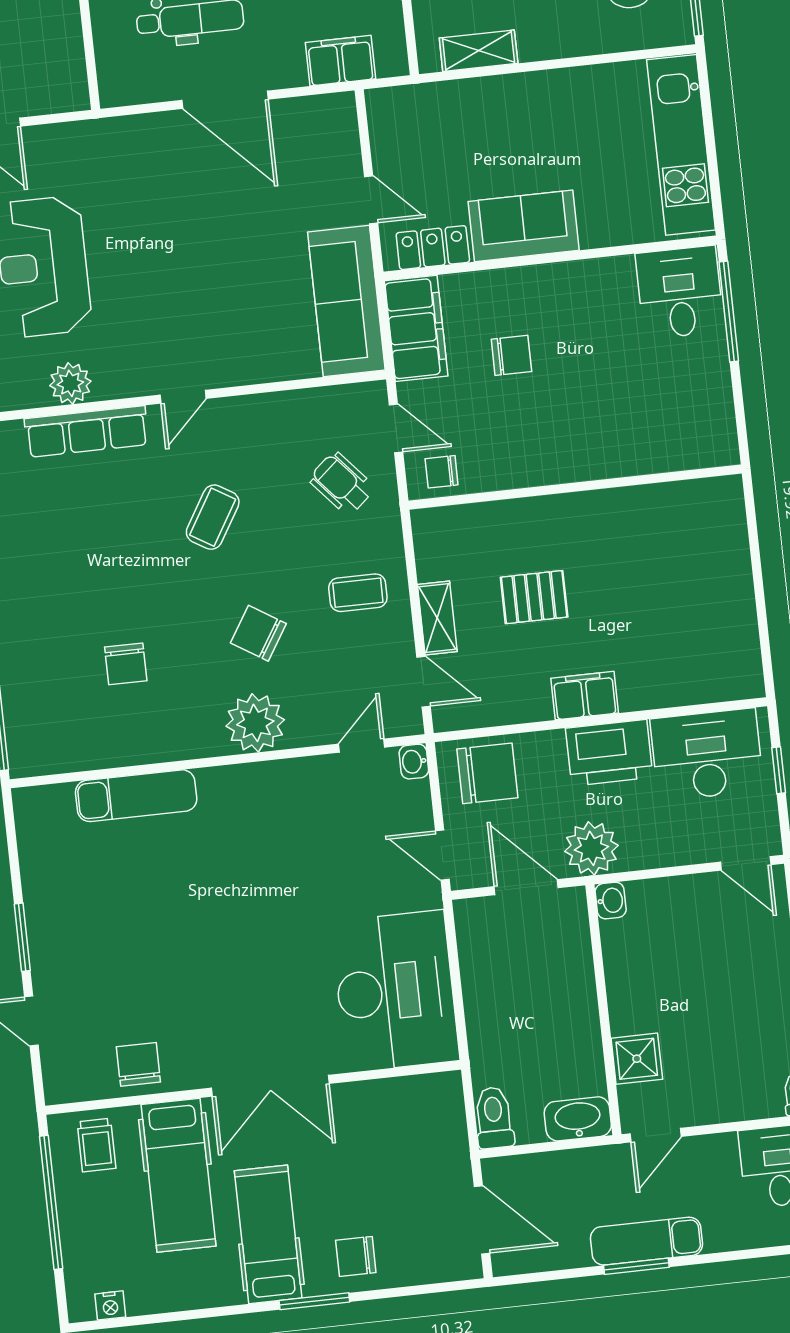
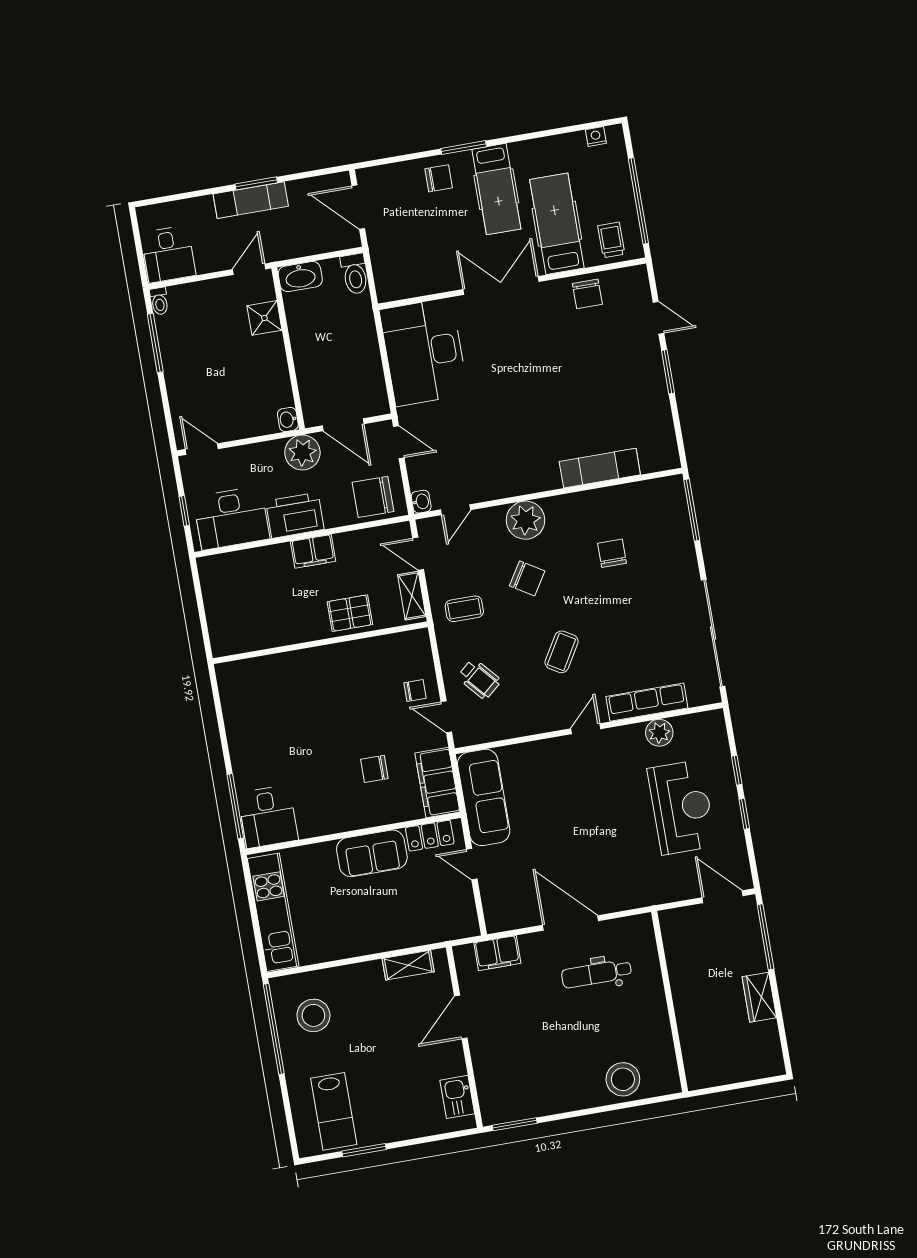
wall: (575, 487) -> (320, 643), moved

